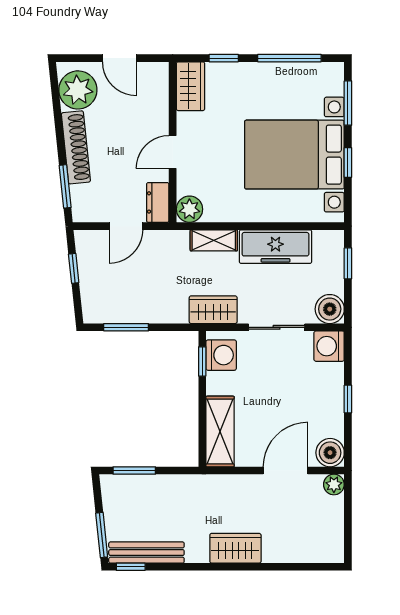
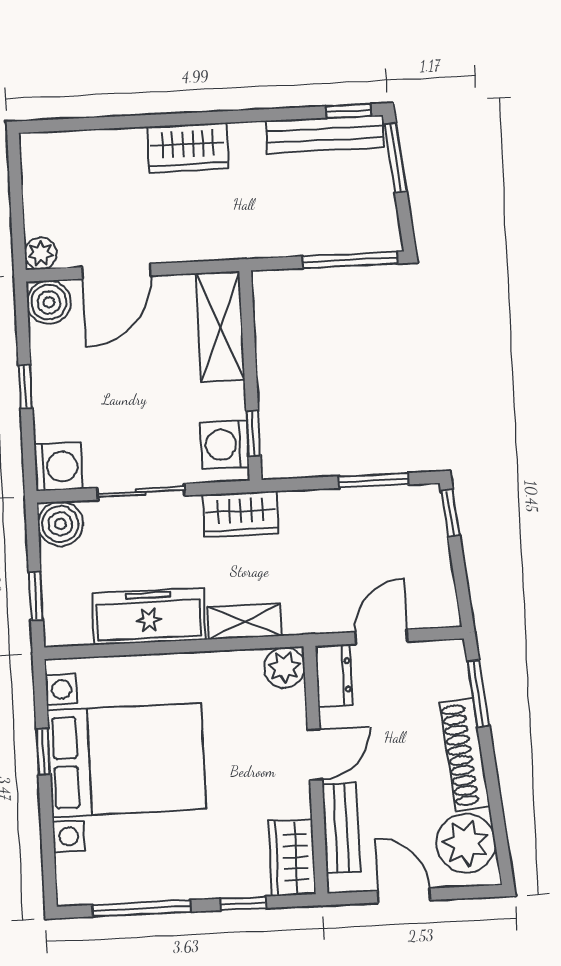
window: (348, 103) -> (48, 843), removed
bench: (158, 104) -> (341, 828), added
window: (74, 268) -> (450, 513), moved
window: (134, 470) -> (350, 260), width x1.44

